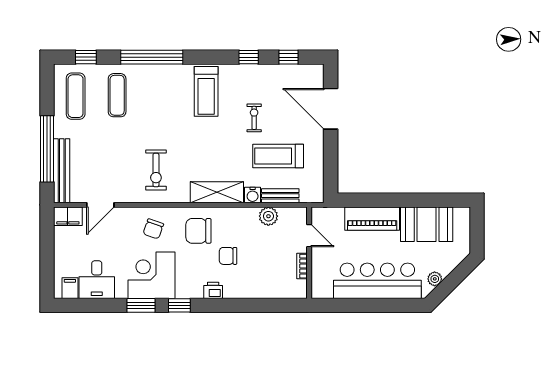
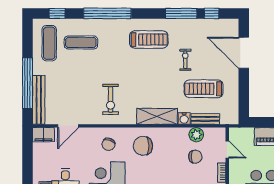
window: (249, 57) -> (181, 13), width x2.17
treadmill: (206, 91) -> (149, 39), turned -90
exercise mat: (117, 95) -> (81, 42), turned 90
chair: (228, 256) -> (195, 157), moved, turned 180

